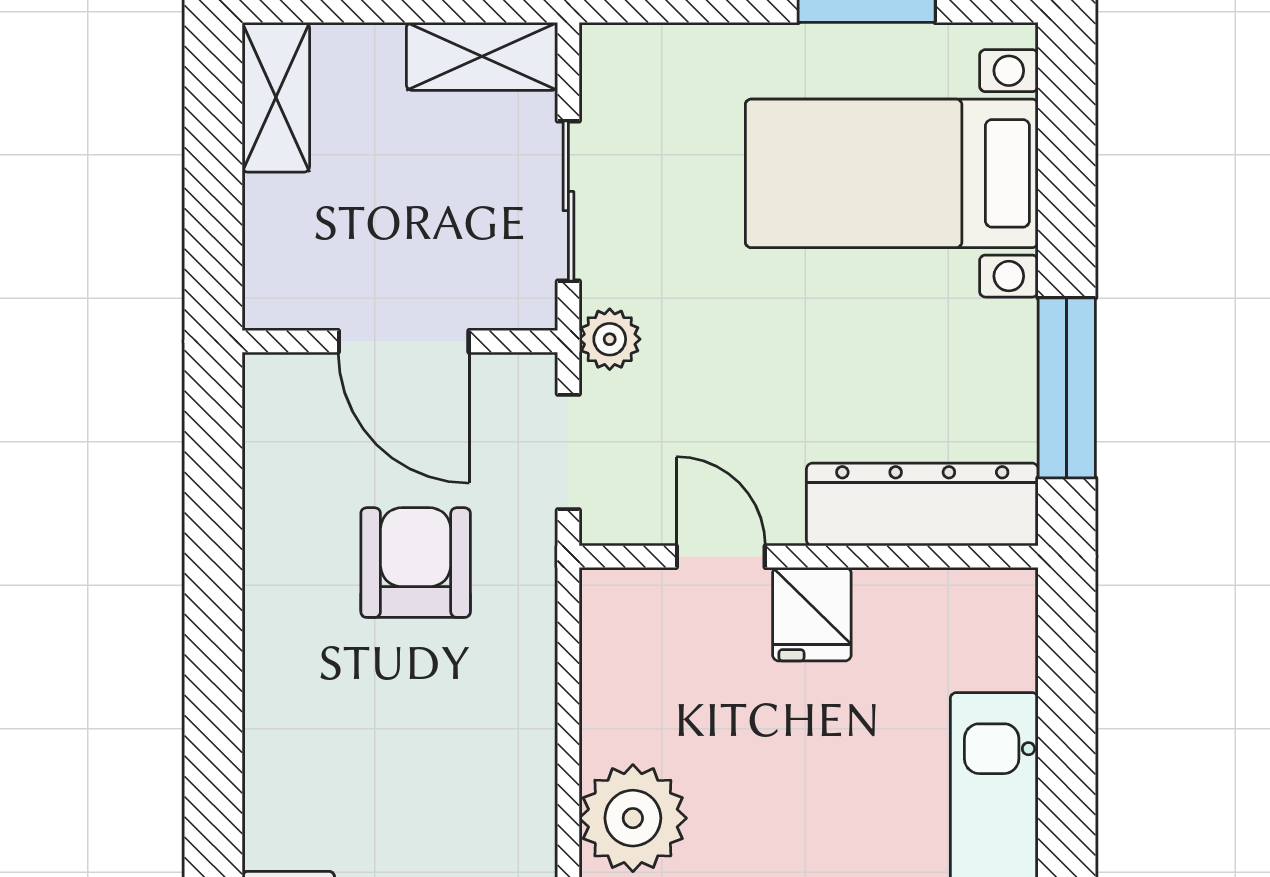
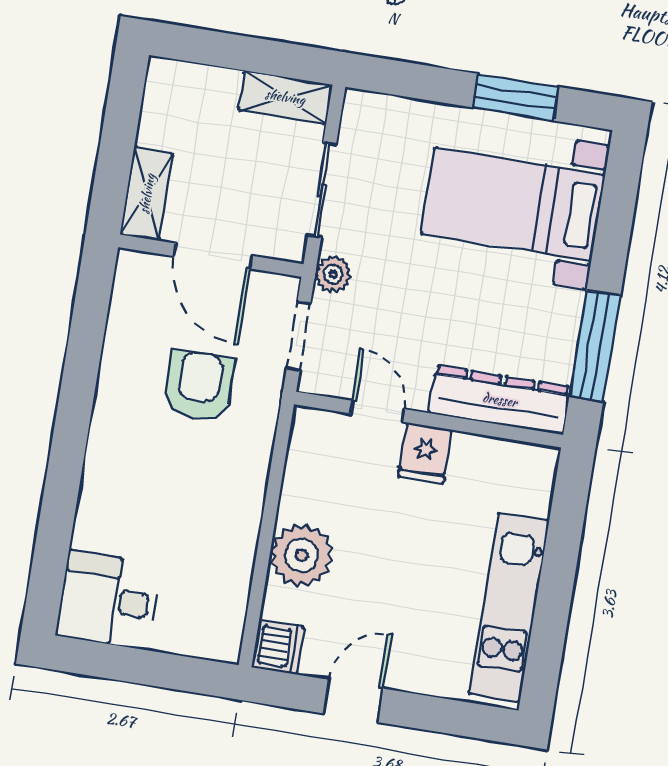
shelving: (276, 97) -> (147, 194), moved

